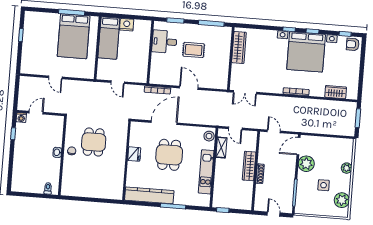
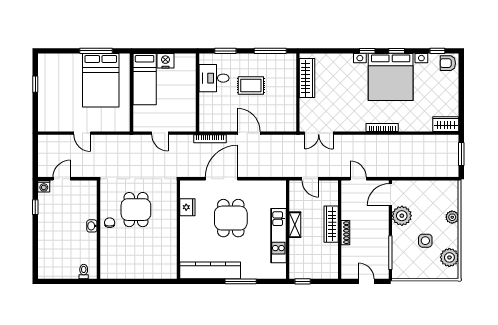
wardrobe: (336, 92) -> (446, 124), moved
stool: (209, 136) -> (278, 191), removed
shelving: (221, 148) -> (295, 225), moved
fridge: (134, 154) -> (187, 207), moved

